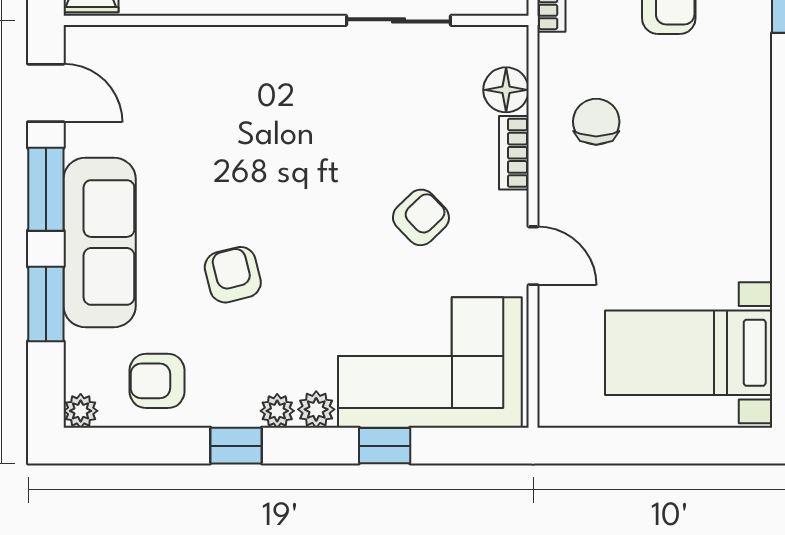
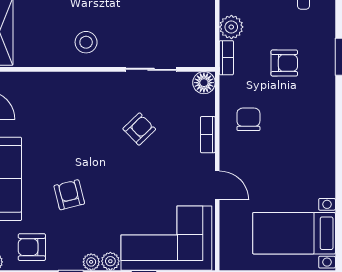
floor lamp: (506, 90) -> (204, 83), moved
armchair: (421, 217) -> (139, 129), moved

